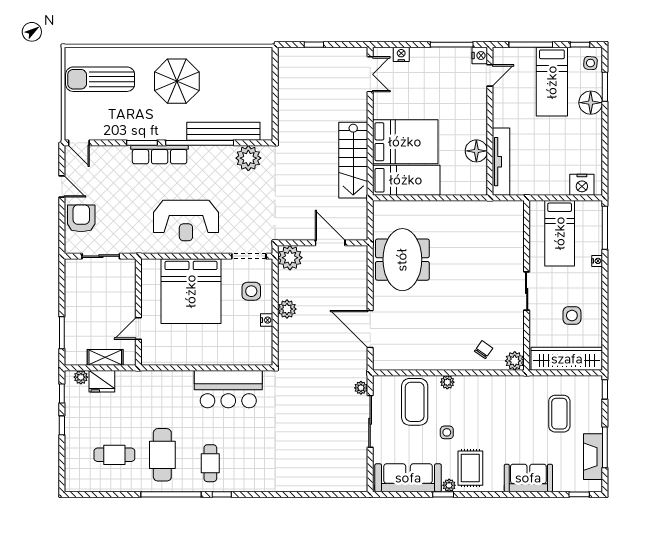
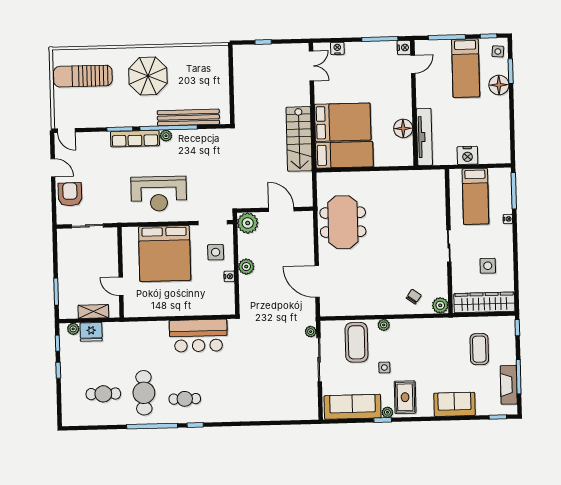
plant: (248, 158) -> (166, 136), moved, width x0.53, depth x0.53
nightstand: (582, 185) -> (467, 155), moved
door: (138, 329) -> (121, 286), hinge flipped
cafe table: (210, 463) -> (185, 399), turned 90

